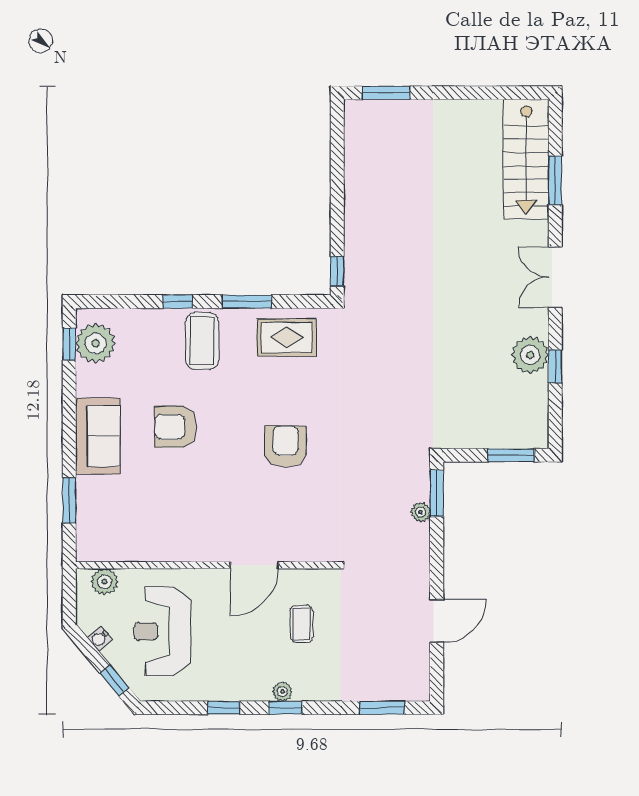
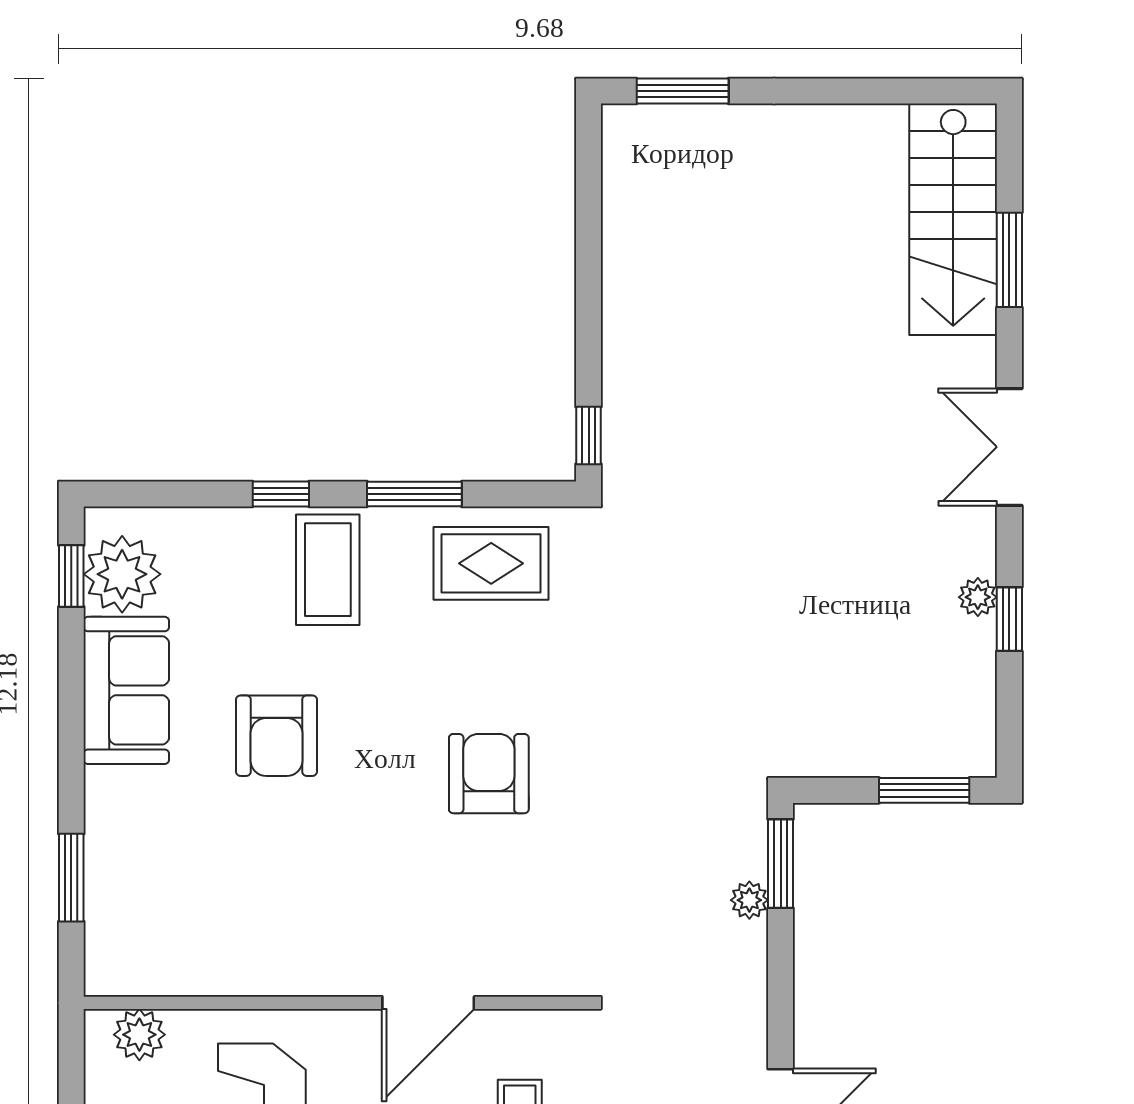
plant: (530, 355) -> (978, 597), width x0.53, depth x0.53
armchair: (176, 427) -> (276, 736), turned -90
sofa: (98, 436) -> (126, 690), moved

